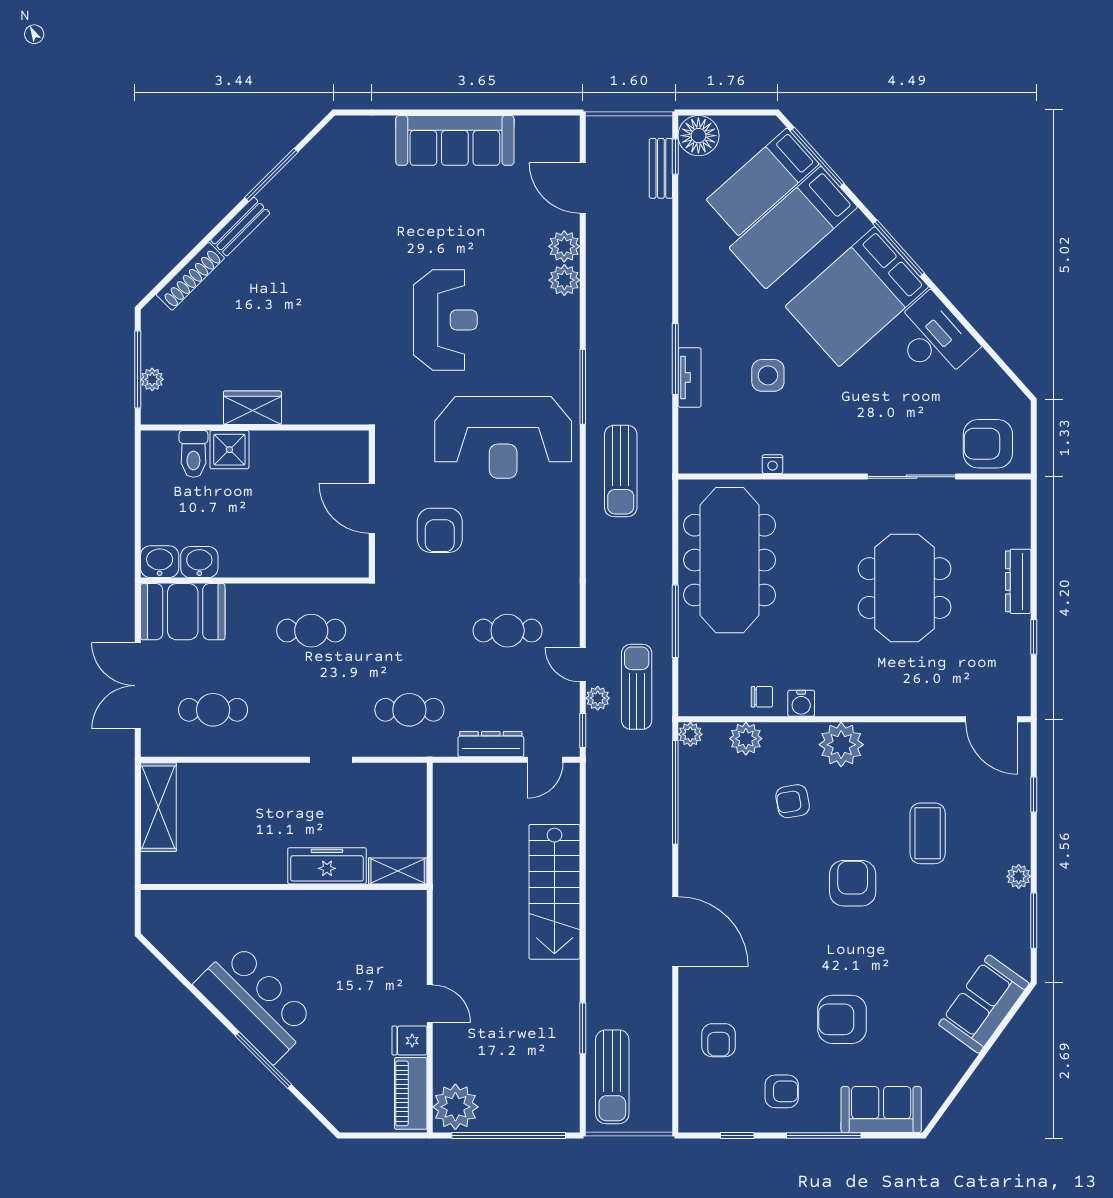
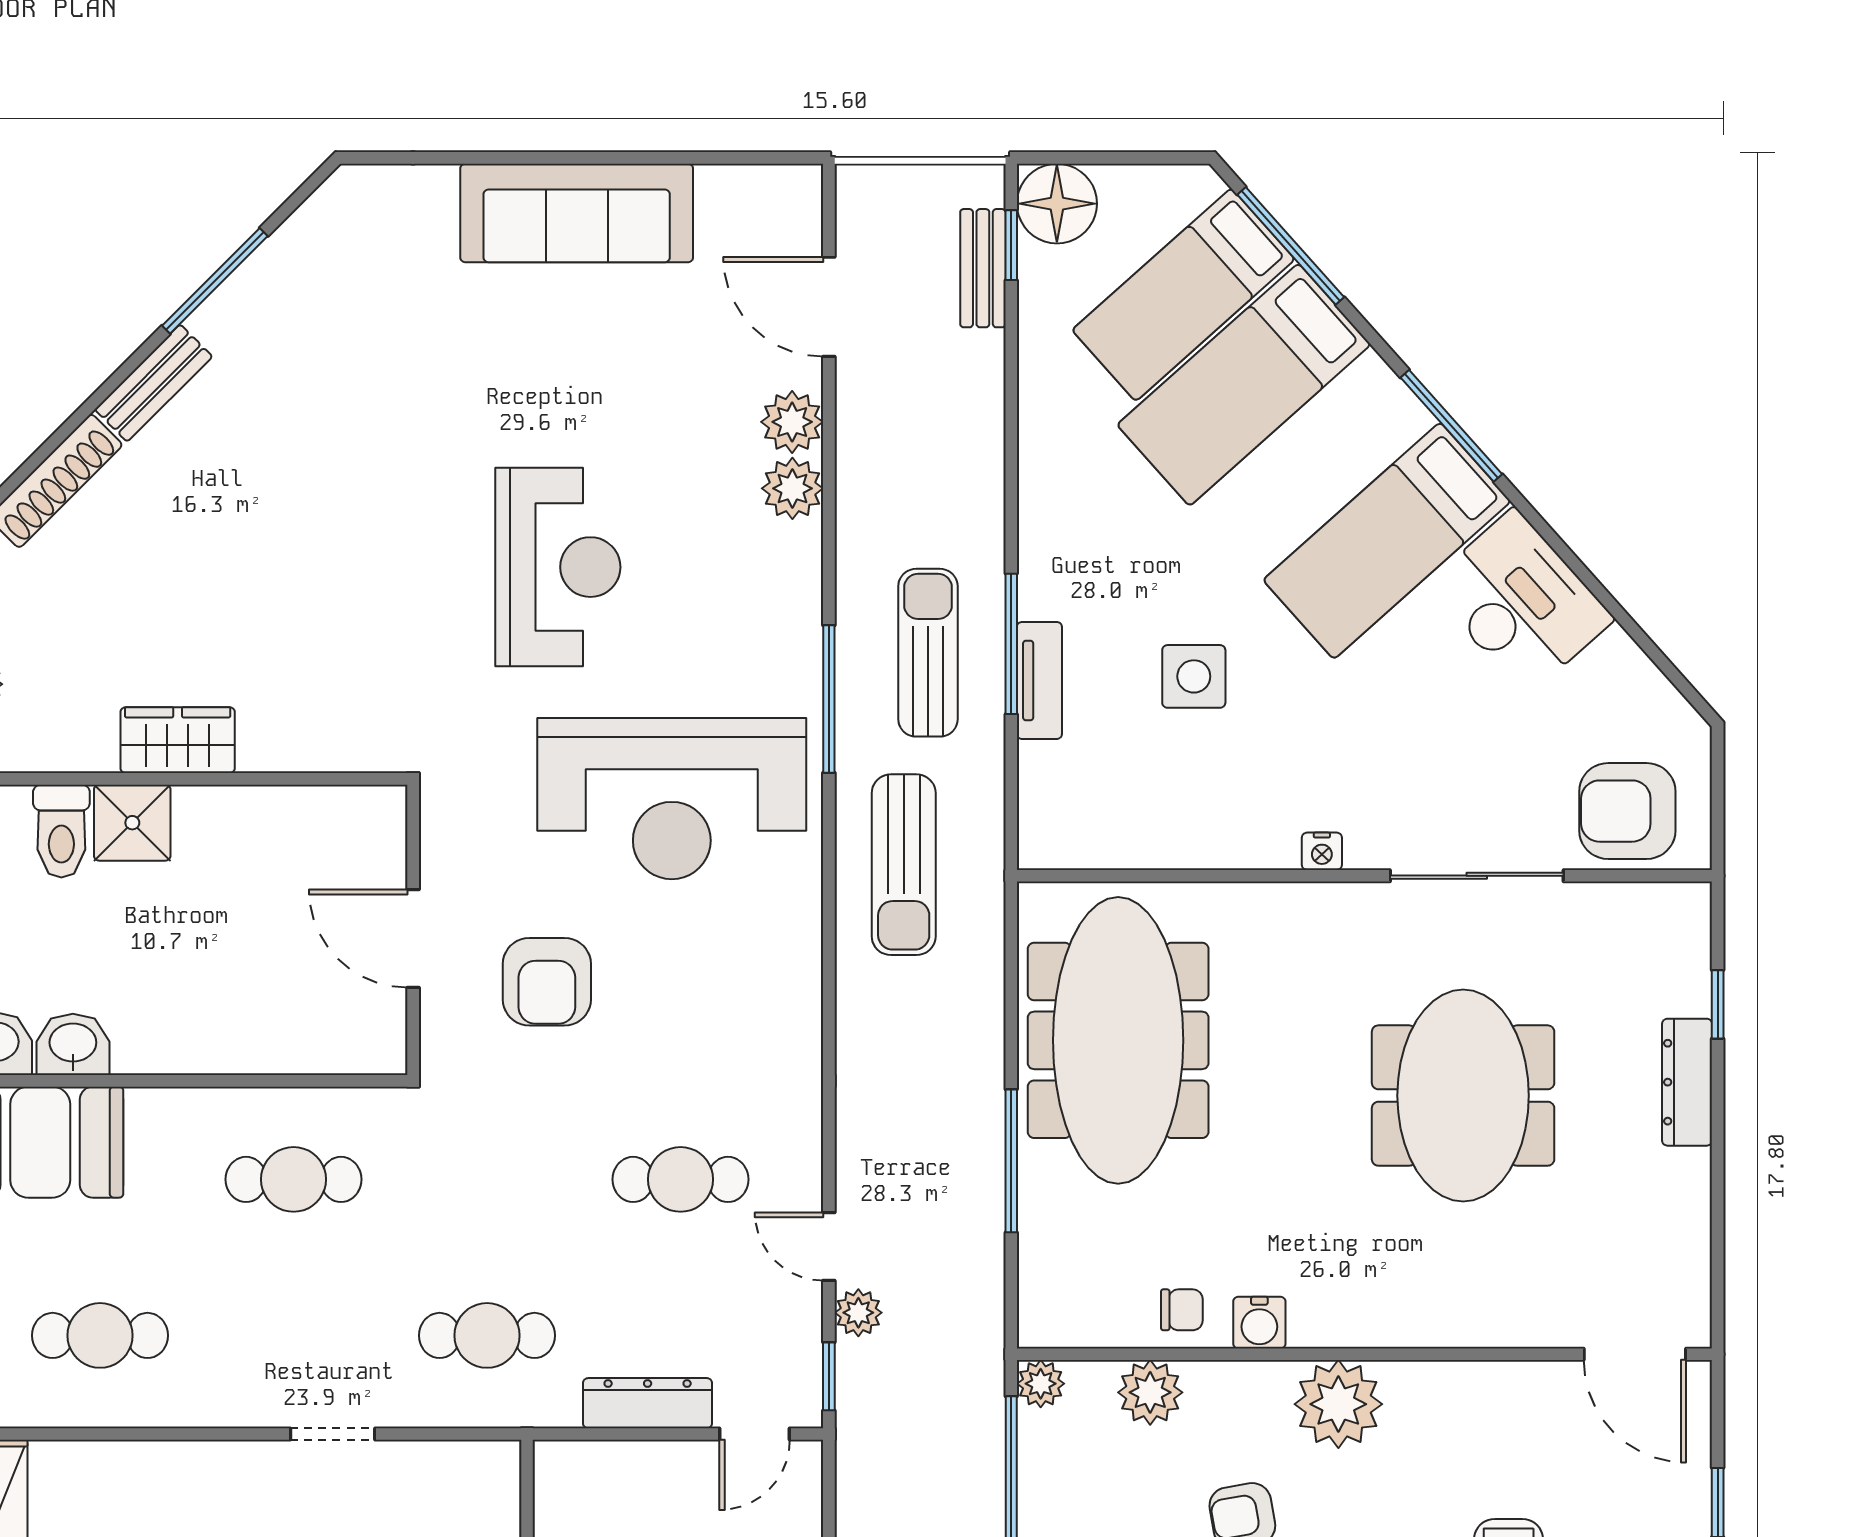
bed: (857, 296) -> (1387, 541), width x0.67
nightstand: (773, 464) -> (1322, 851), moved
window: (1034, 637) -> (1718, 1004), moved
sun lounger: (637, 687) -> (928, 653), moved

